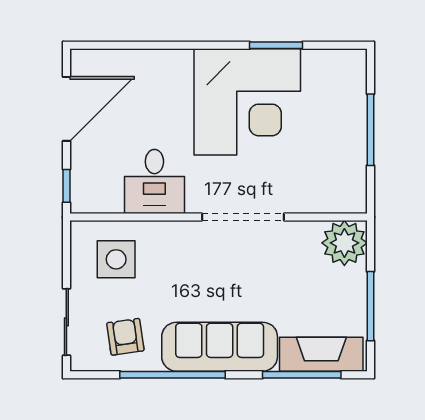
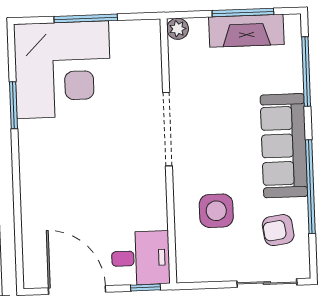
corner desk: (247, 102) -> (63, 70), moved, turned 90
desk: (154, 181) -> (141, 258), moved
plant: (344, 243) -> (178, 29), width x0.53, depth x0.53
side table: (116, 259) -> (216, 211), moved
fireplace: (321, 354) -> (246, 31), moved, turned -90

